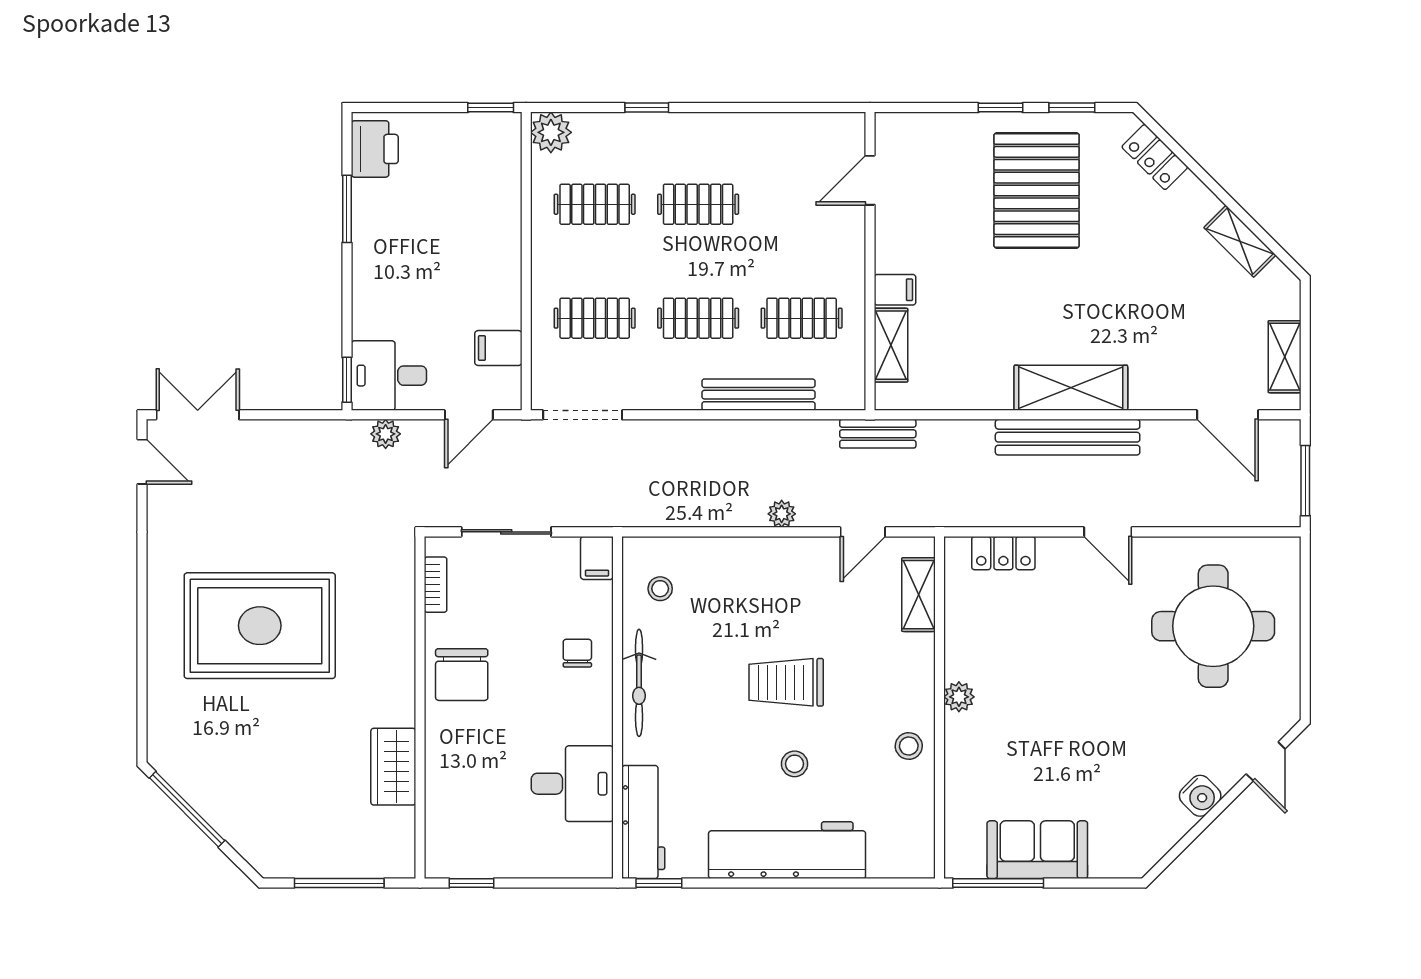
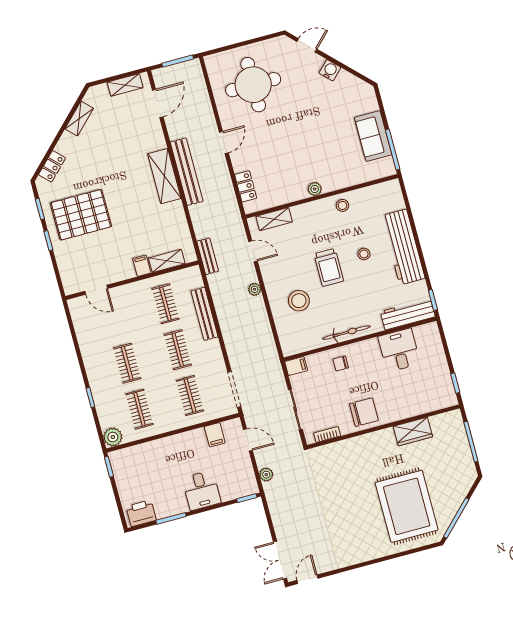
desk: (389, 376) -> (201, 490), moved
stool: (660, 589) -> (299, 301), moved, width x1.89, depth x1.89
rug: (260, 626) -> (407, 506), moved

